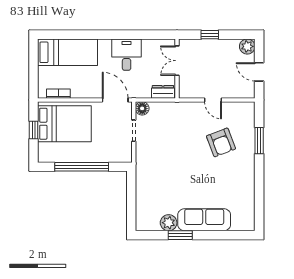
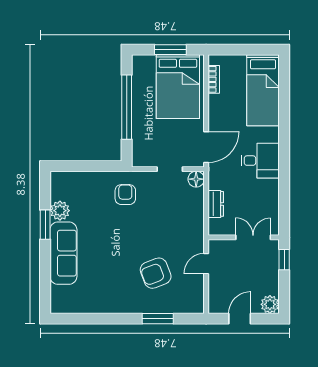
double door: (177, 61) -> (253, 237), moved
wall: (177, 69) -> (244, 237), moved
window: (33, 130) -> (170, 50), width x1.50
armchair: (155, 168) -> (125, 195), added

